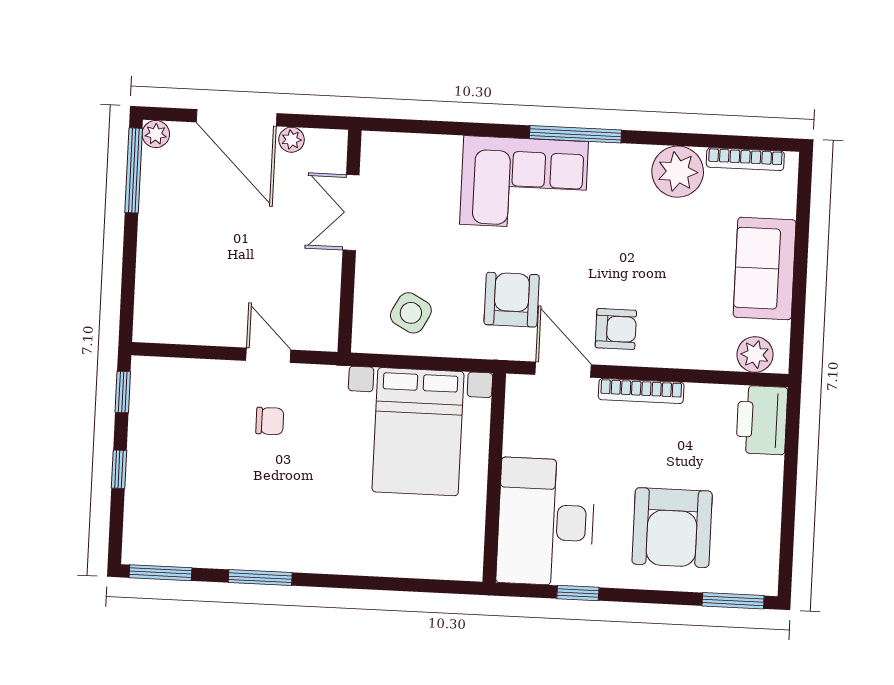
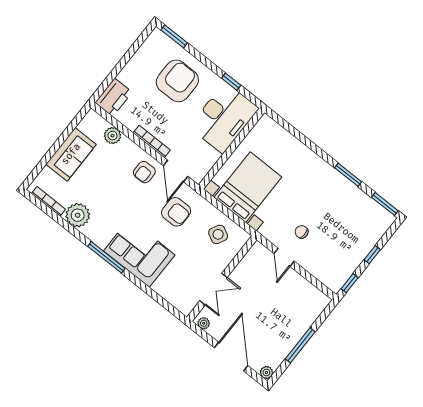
plant: (292, 140) -> (204, 323), moved
window: (134, 170) -> (300, 345), moved
armchair: (512, 300) -> (176, 212), turned -90
armchair: (616, 329) -> (144, 172), turned -90
plant: (755, 354) -> (112, 136), moved

